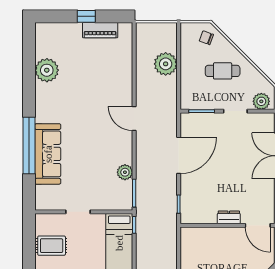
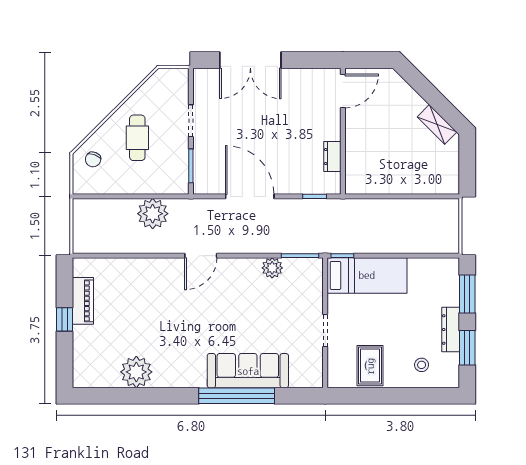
plant: (166, 64) -> (153, 214), moved
plant: (261, 101) -> (178, 86), removed
dresser: (229, 217) -> (332, 157), moved

